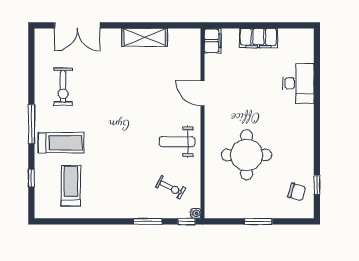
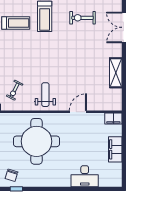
round table: (247, 155) -> (36, 141), width x1.36, depth x1.36

